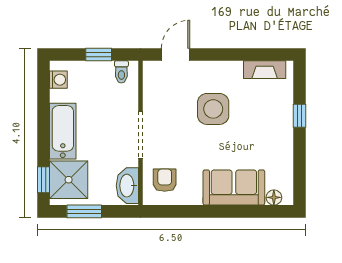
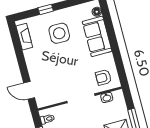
side table: (213, 109) -> (59, 33), moved
washbasin: (127, 186) -> (107, 97), width x0.52, depth x0.69

